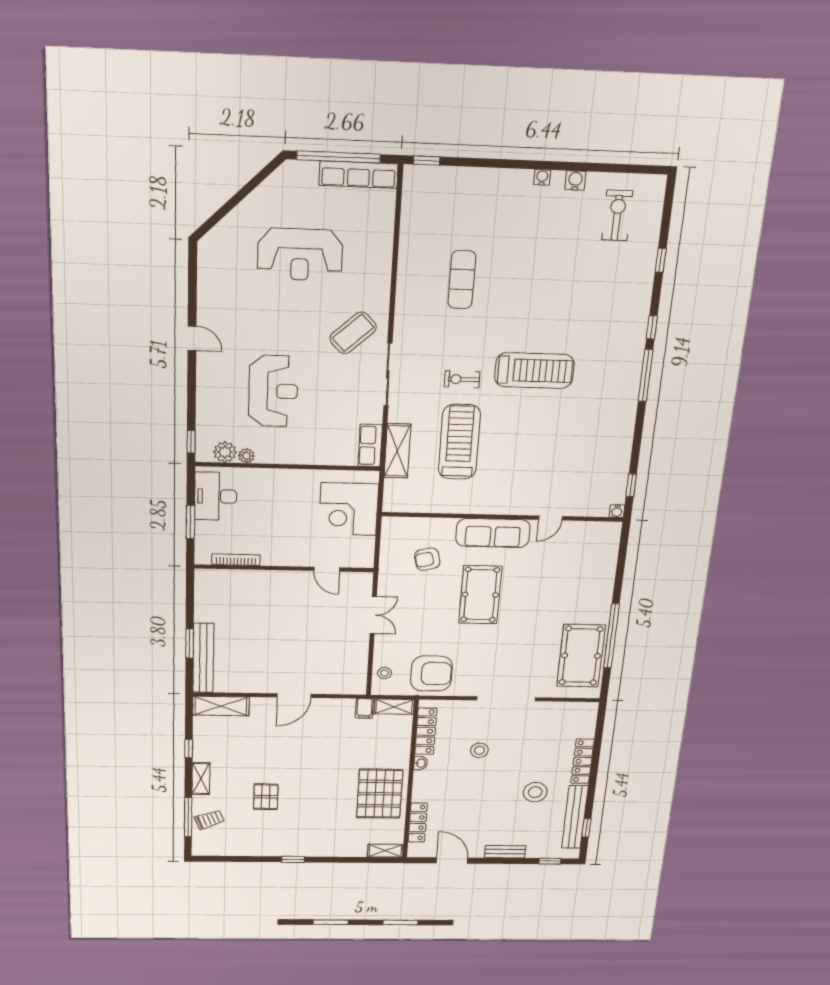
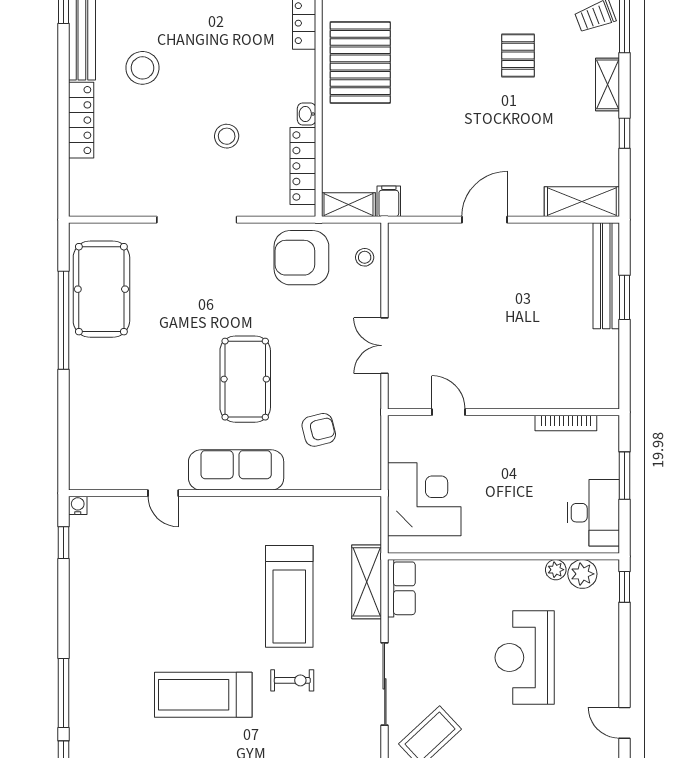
door: (550, 518) -> (163, 493), swing flipped

